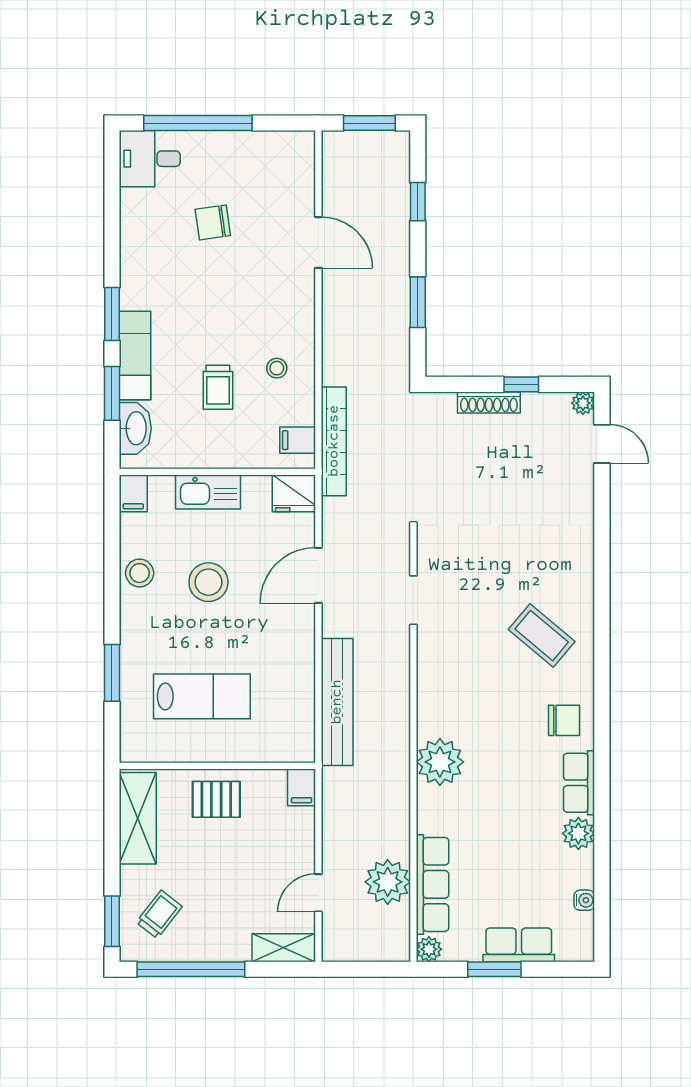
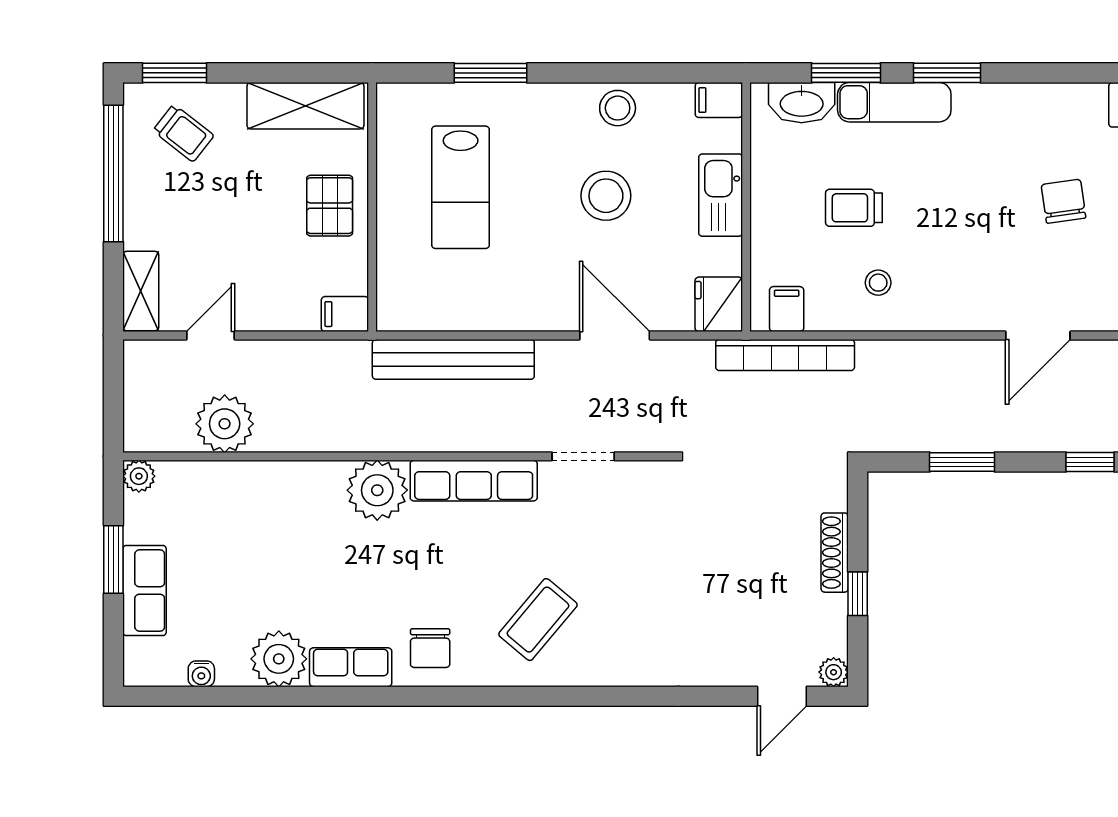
plant: (578, 833) -> (279, 659), width x1.36, depth x1.36
row of seats: (432, 884) -> (474, 481), moved
door: (318, 893) -> (211, 335), hinge flipped

